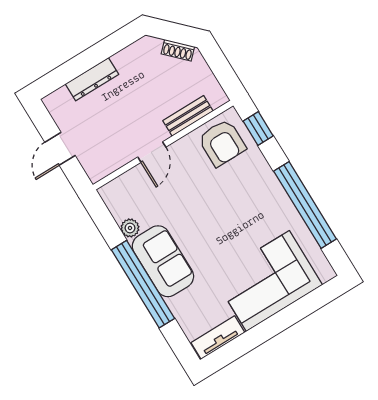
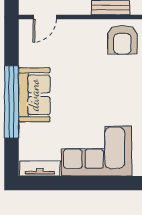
door: (152, 152) -> (45, 17), moved
plant: (130, 228) -> (26, 59), removed

